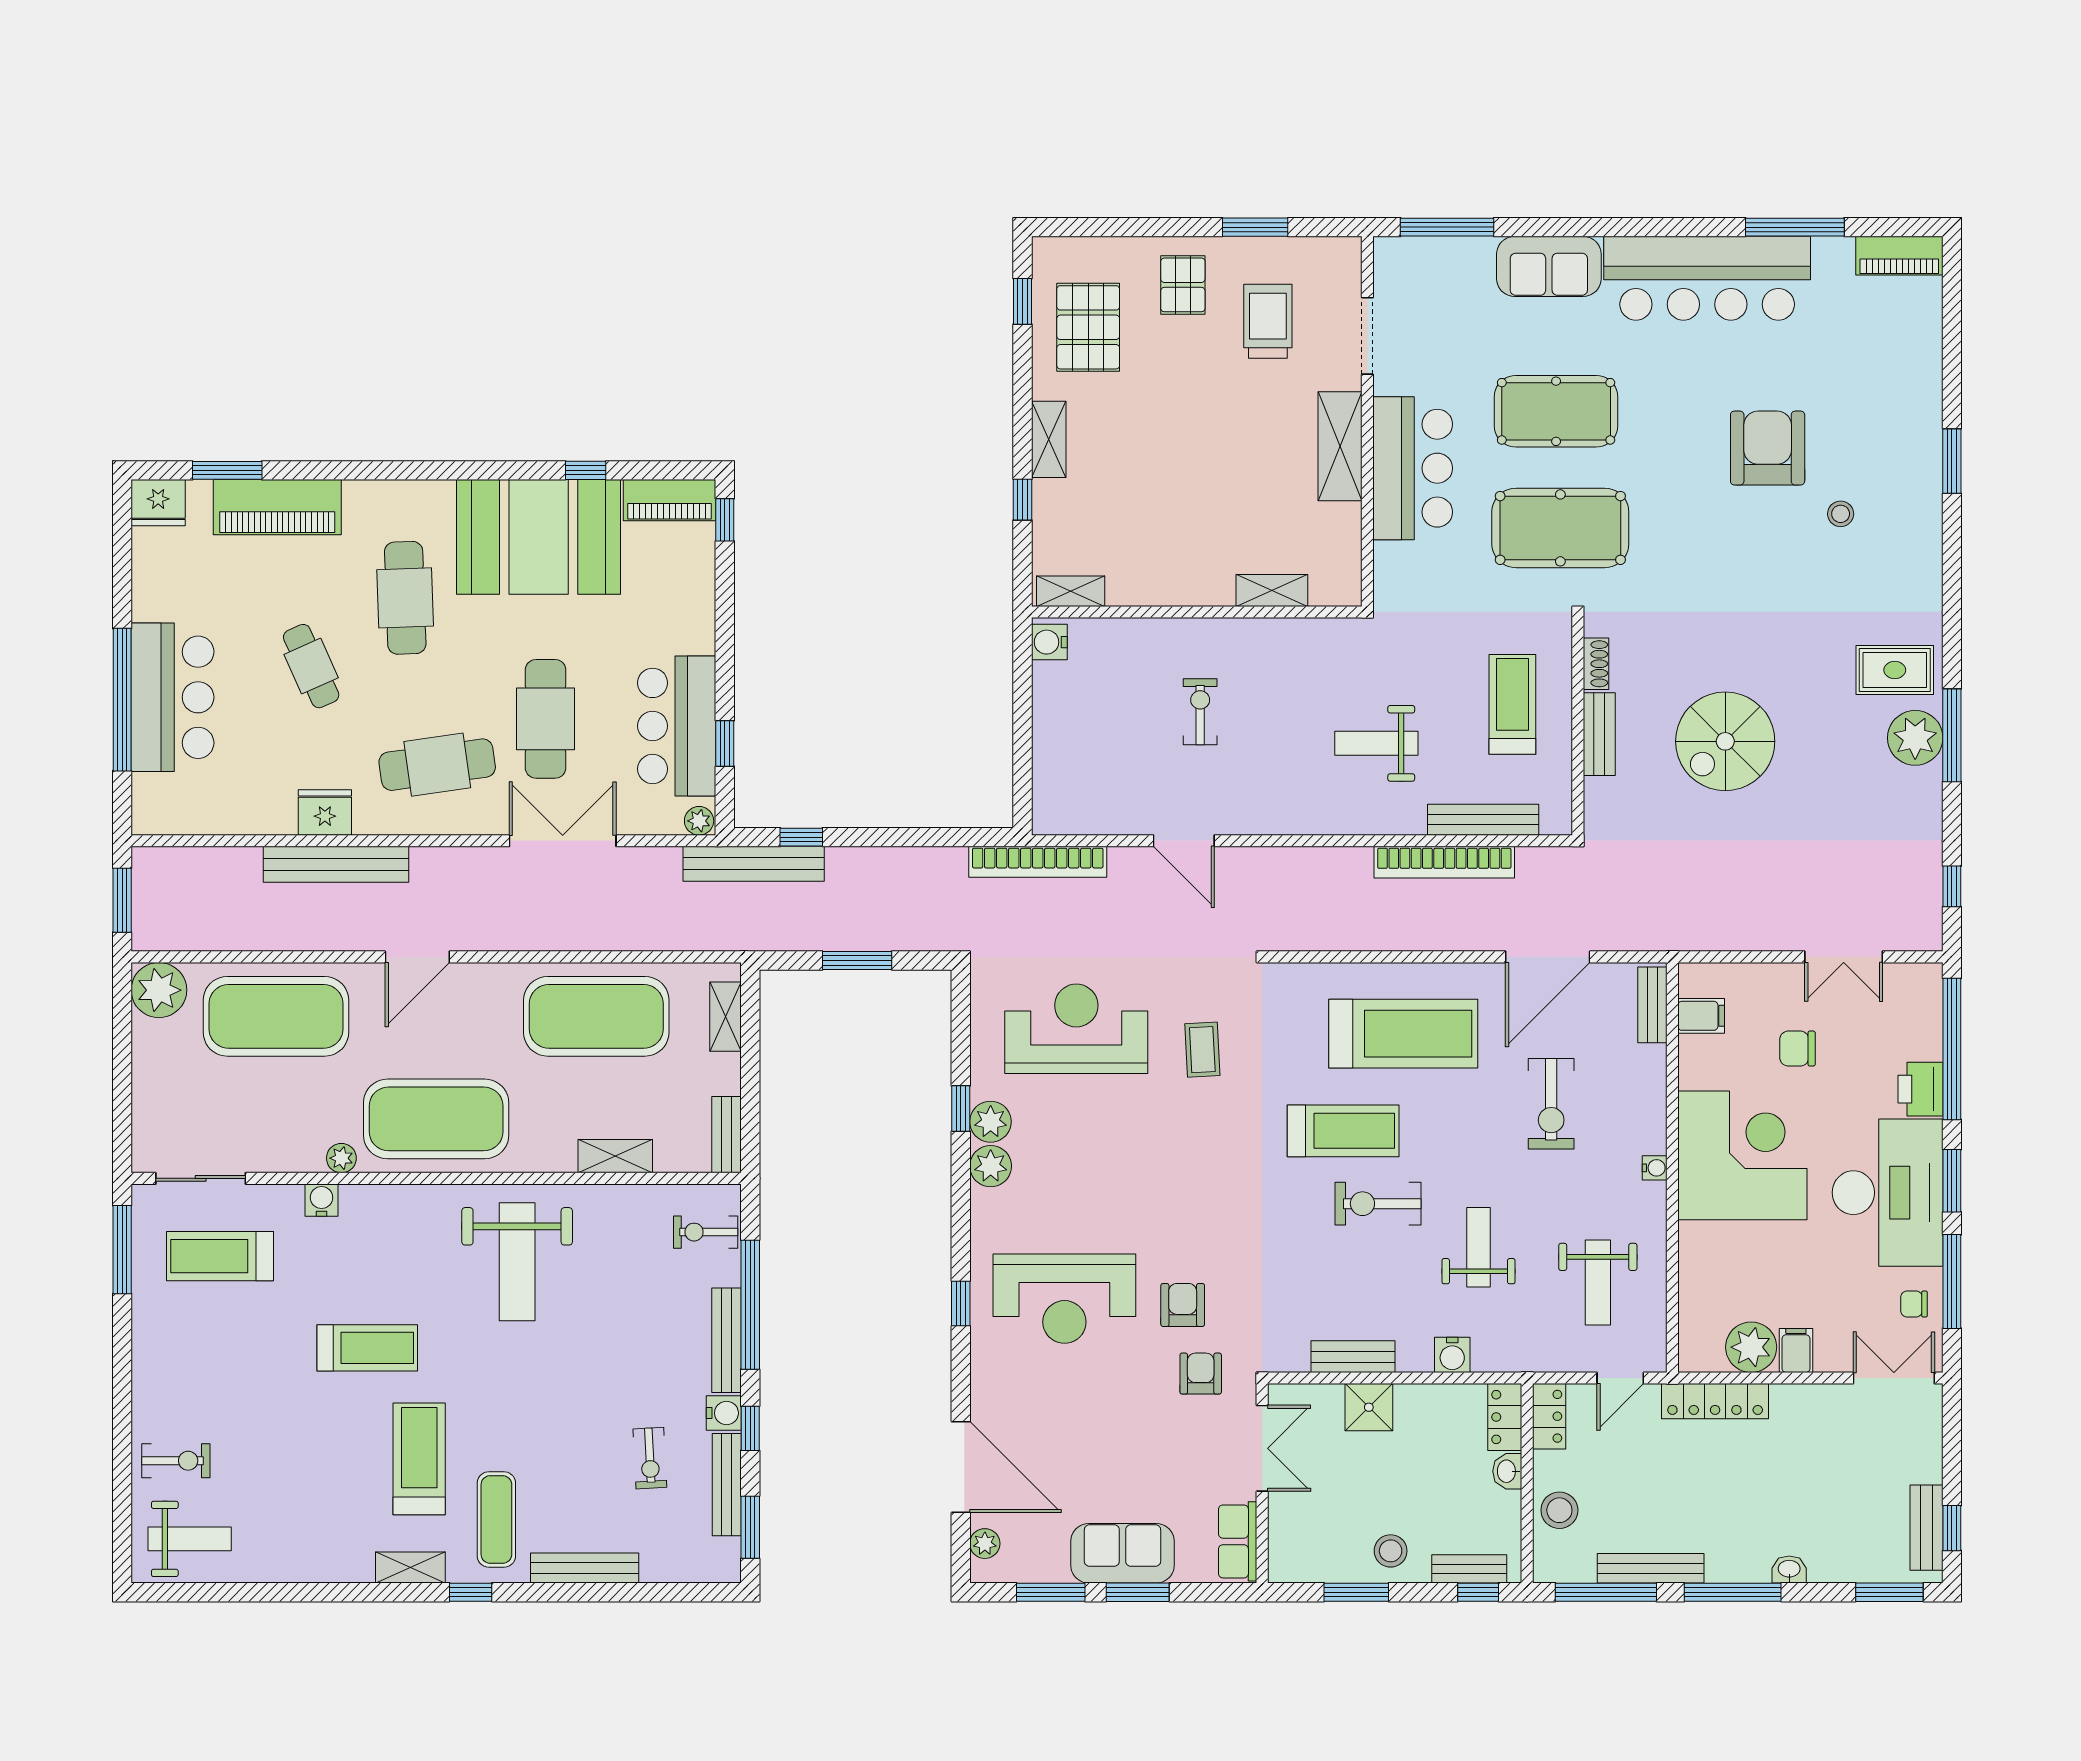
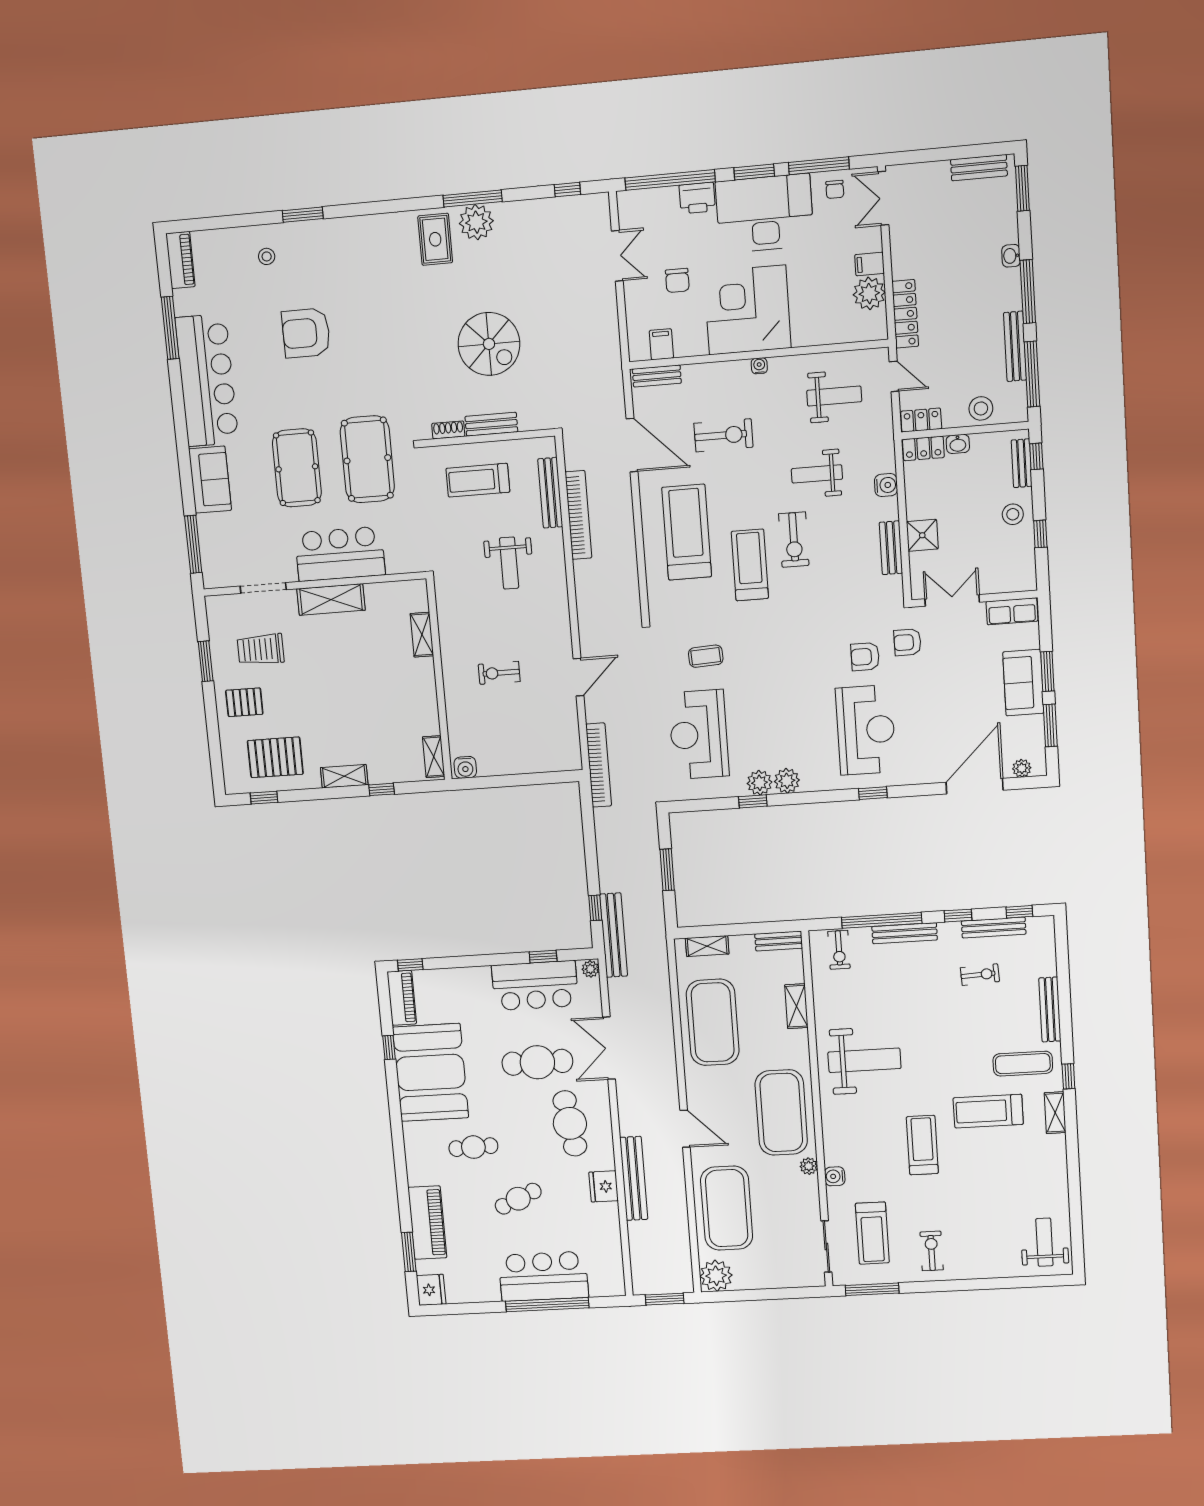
stool: (1841, 514) -> (267, 256), moved
cafe table: (405, 598) -> (473, 1147), width x0.73, depth x0.74
water cooler: (724, 1413) -> (949, 932), removed
exercise bike: (176, 1461) -> (932, 1251), moved
window: (750, 1527) -> (1019, 912), width x0.67
window: (1952, 1528) -> (978, 151), removed
window: (1356, 1592) -> (1040, 534), width x0.67

